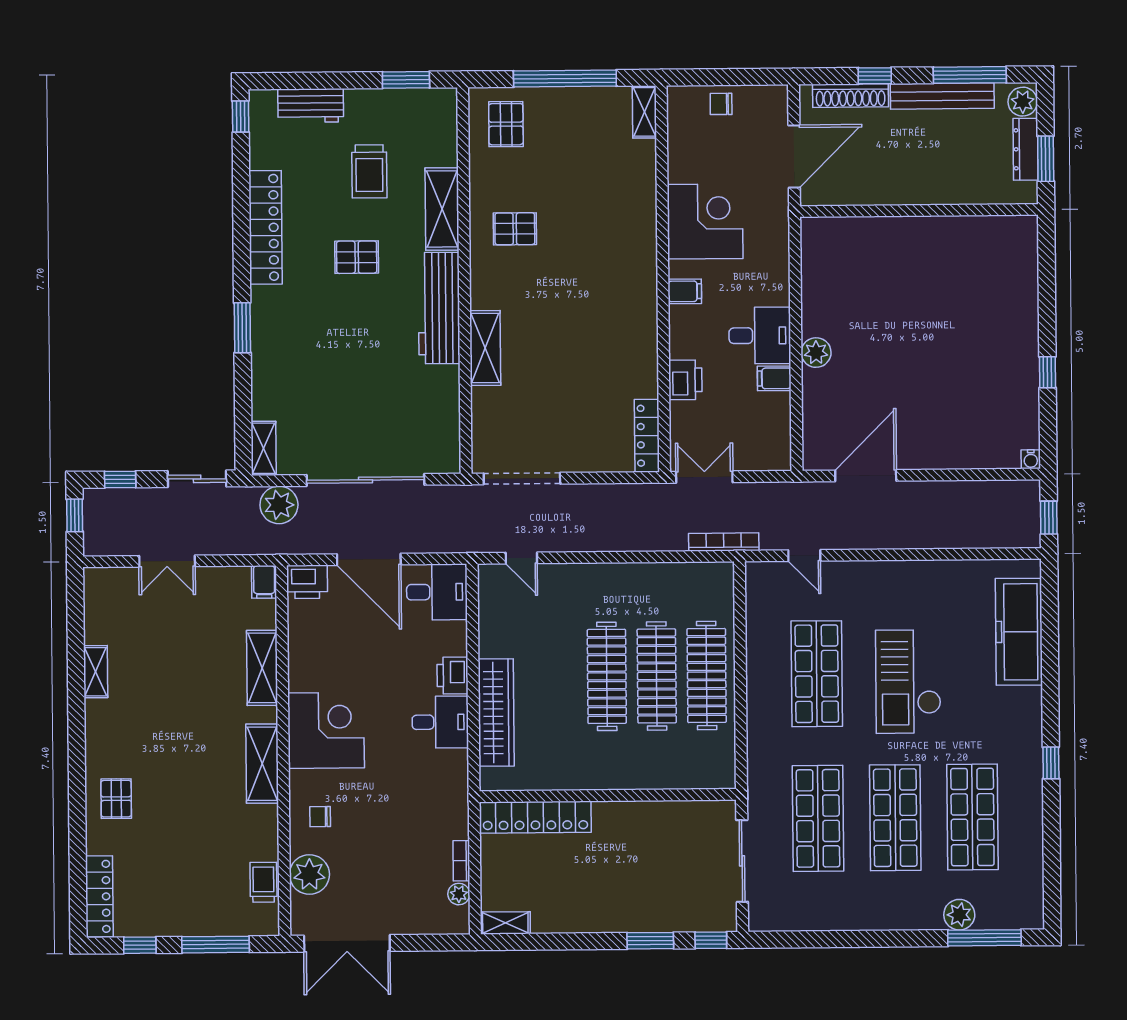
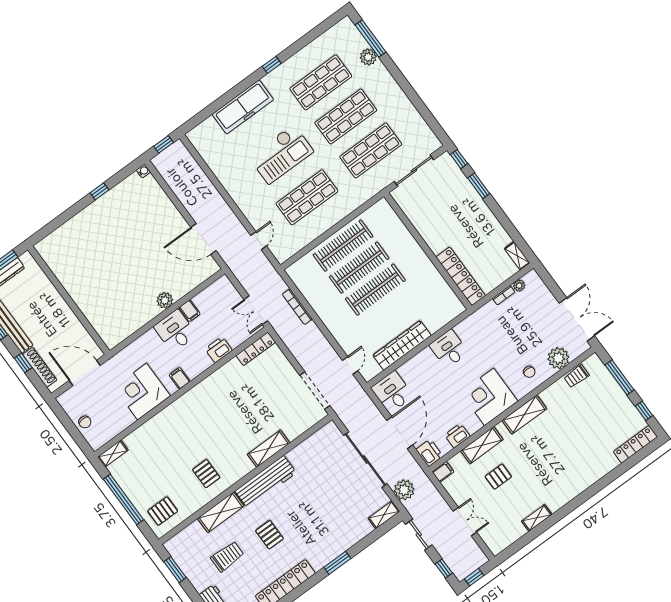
bookcase: (724, 542) -> (297, 307), moved
freezer: (1019, 632) -> (243, 107), moved
printer: (452, 675) -> (457, 436), moved, turned 180
wardrobe: (496, 713) -> (402, 345), moved
pallet: (116, 799) -> (498, 477), moved

